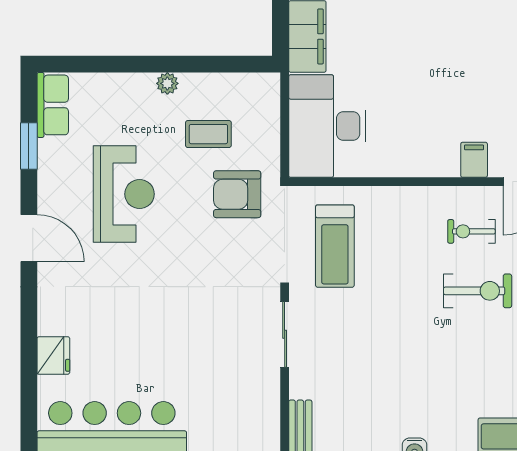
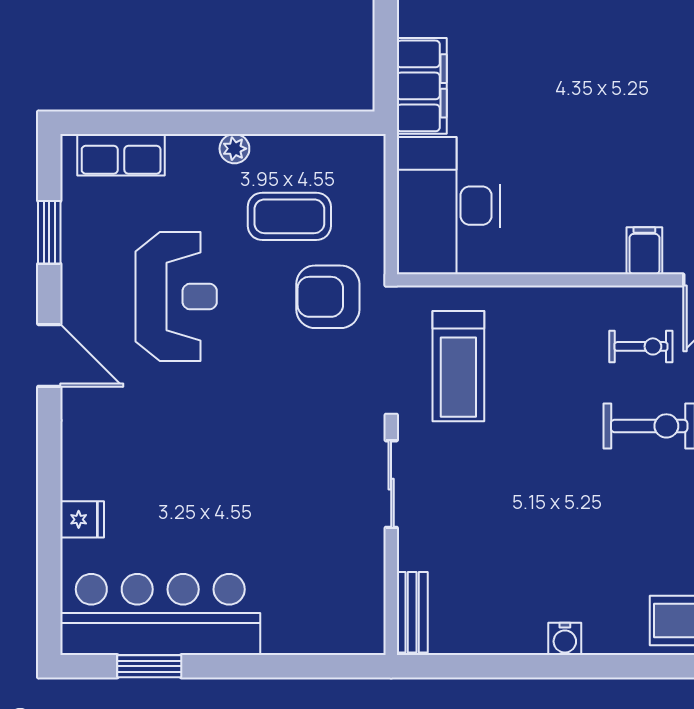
row of seats: (53, 105) -> (121, 155), moved, turned 90
coffee table: (208, 134) -> (289, 216), width x1.36, depth x1.30
exercise bike: (471, 231) -> (641, 346), turned 180
fridge: (53, 355) -> (82, 519), width x0.72

